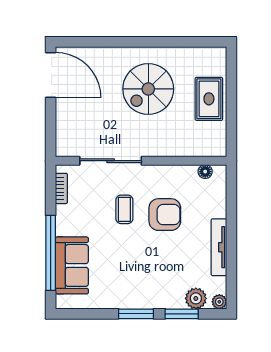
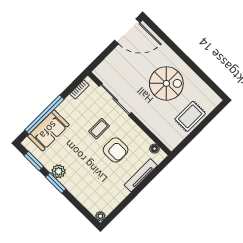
door: (51, 75) -> (127, 31), hinge flipped
spiral stairs: (148, 89) -> (166, 83), turned 180
tv unit: (219, 247) -> (141, 175), moved
plant: (196, 298) -> (59, 171), moved
window: (182, 314) -> (34, 161), moved

